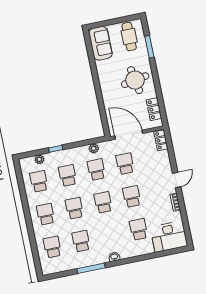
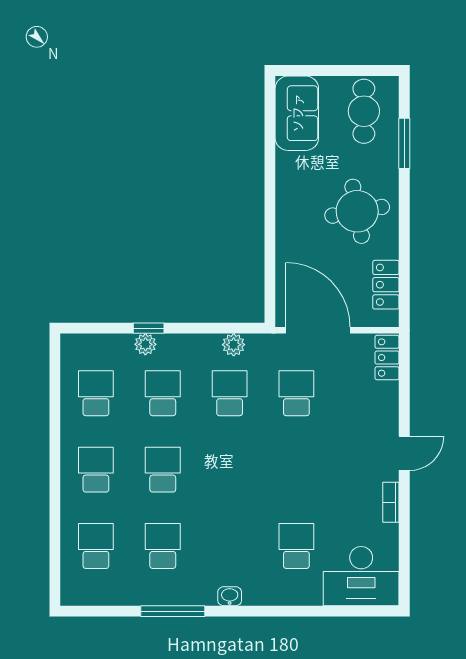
plant: (39, 159) -> (145, 344), moved
school desk: (132, 196) -> (296, 470), removed
school desk: (103, 202) -> (230, 470), removed

